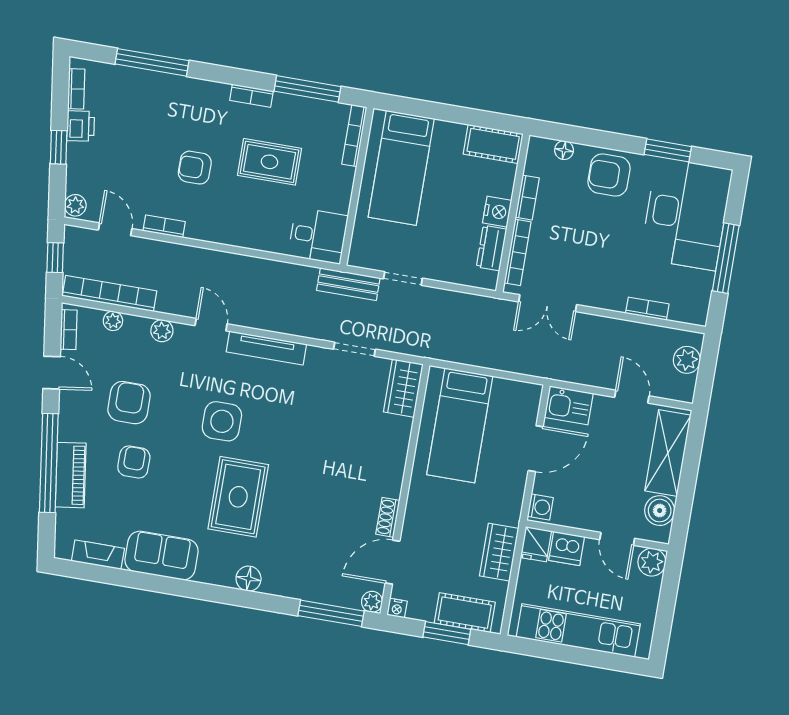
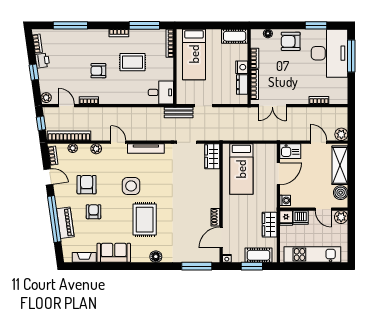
window: (726, 258) -> (351, 56), moved
plant: (687, 360) -> (341, 134), moved
plant: (372, 602) -> (215, 258), removed

